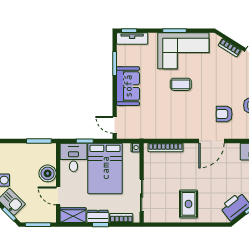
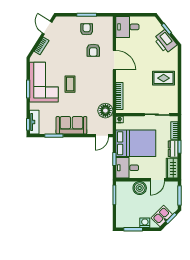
floor lamp: (147, 129) -> (105, 111), added

